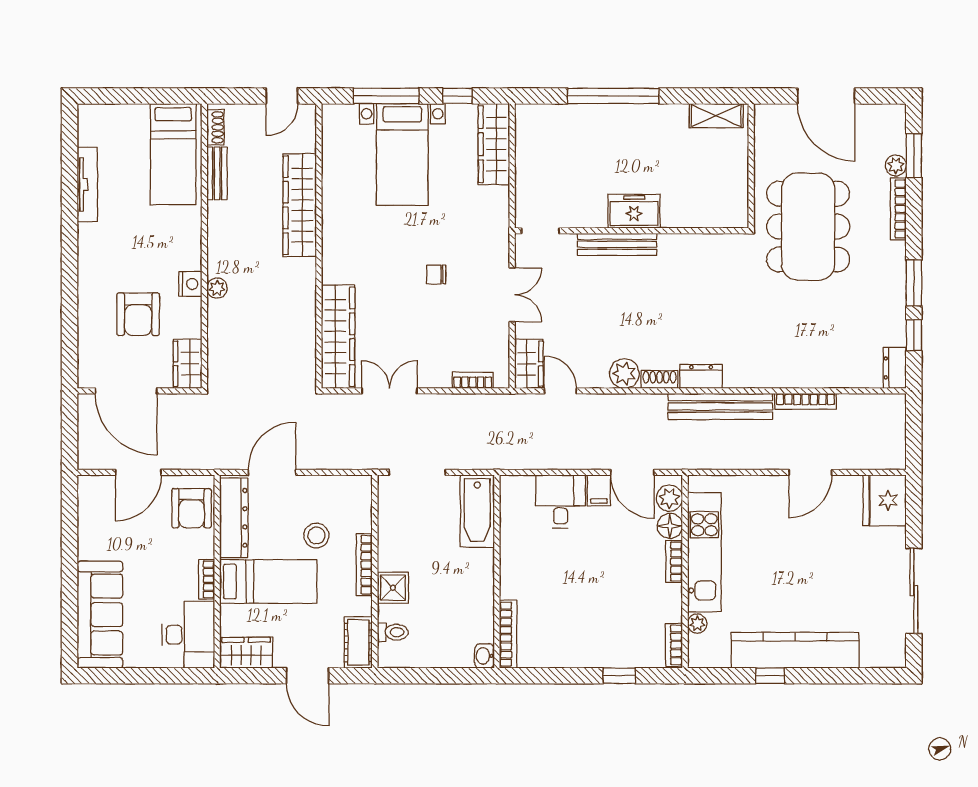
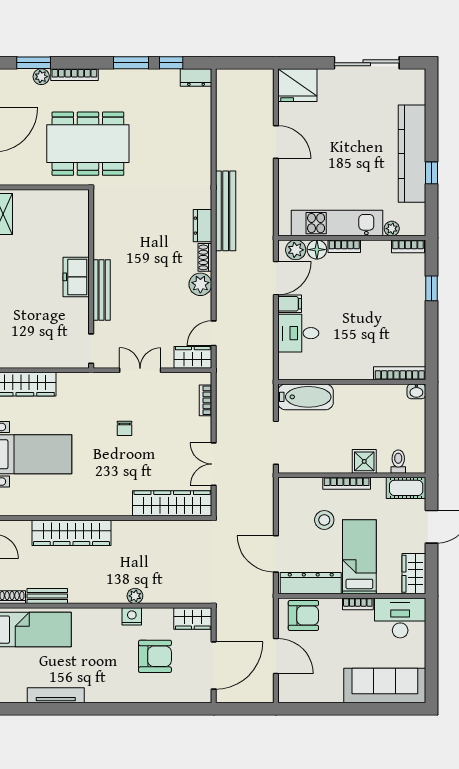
bookcase: (805, 401) -> (222, 146), removed

